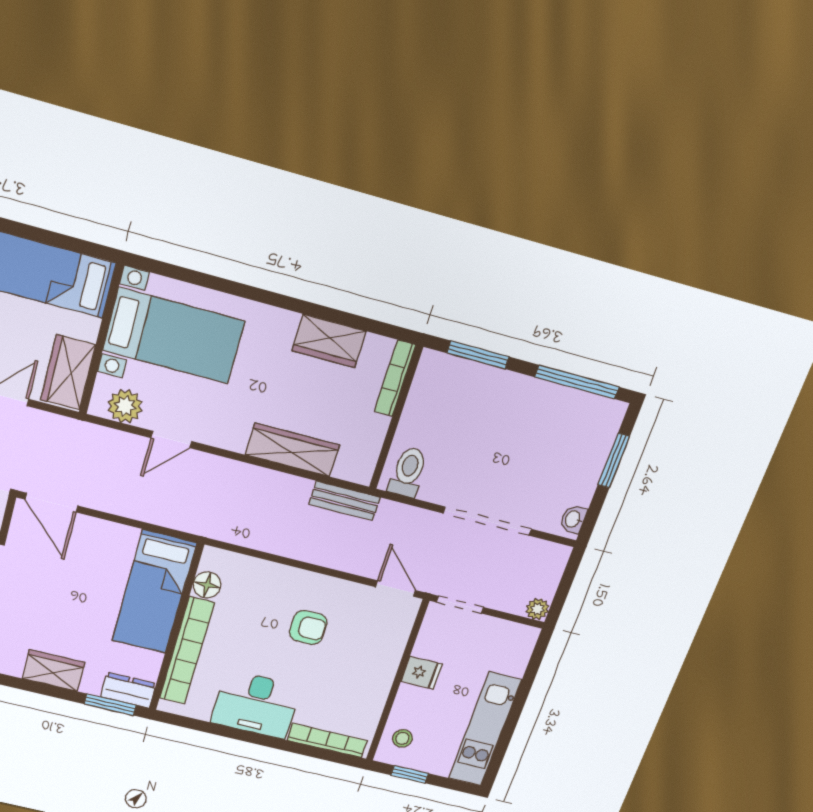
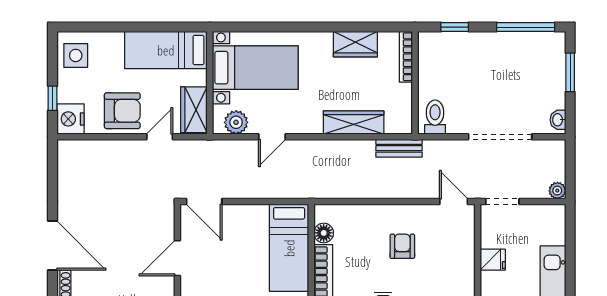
window: (478, 355) -> (455, 27), width x0.67
armchair: (308, 627) -> (402, 246), turned -90

